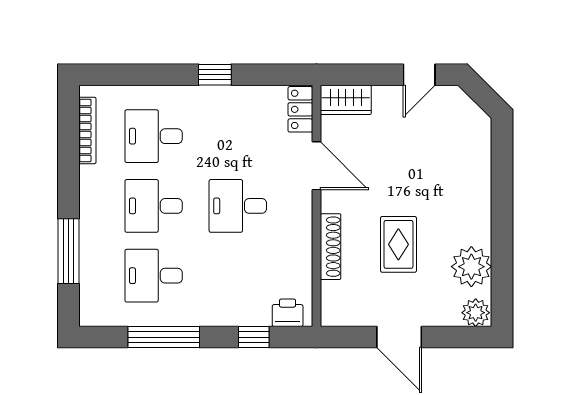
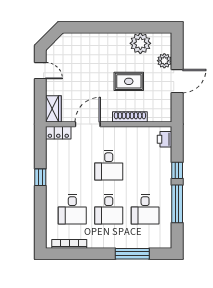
plant: (476, 313) -> (164, 61), moved
window: (254, 337) -> (177, 170), moved

